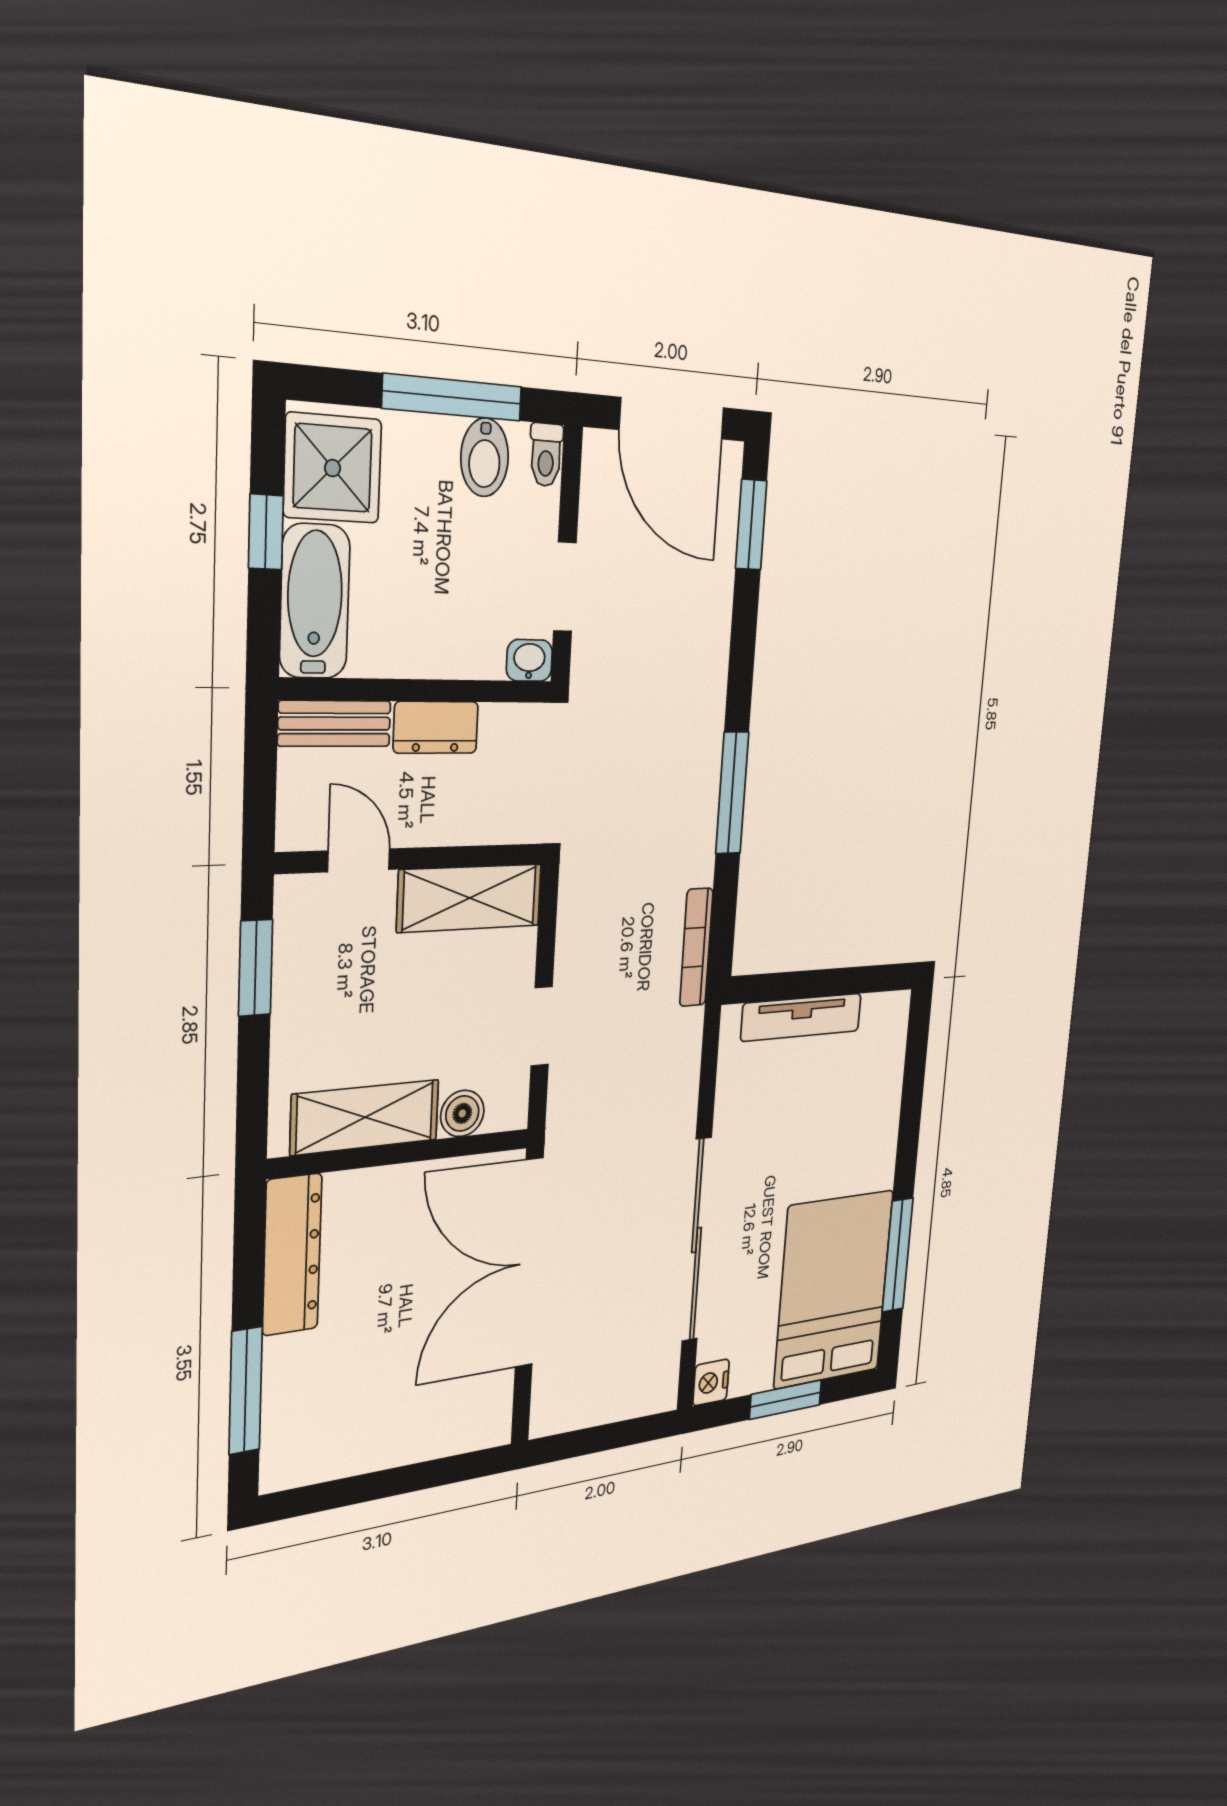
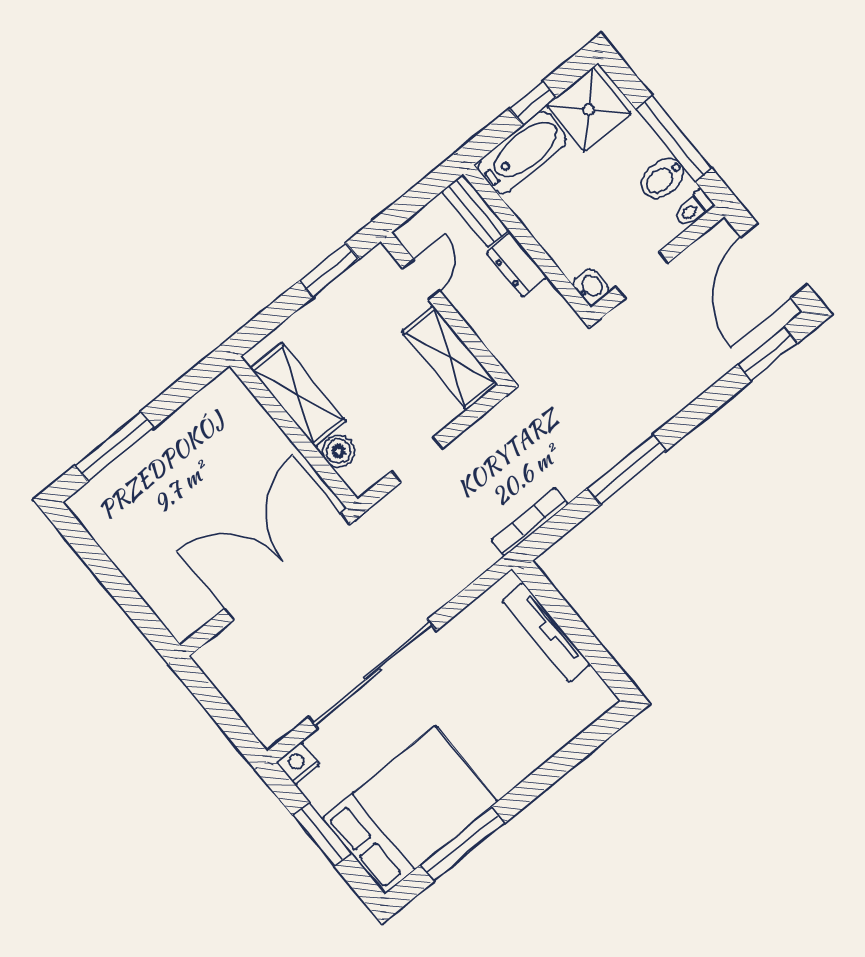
dresser: (292, 1255) -> (201, 413), removed

